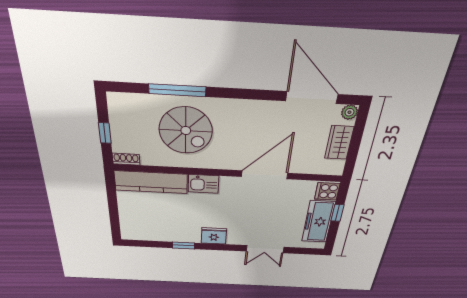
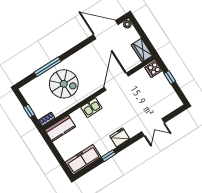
wardrobe: (339, 143) -> (142, 50), moved
kitchen counter: (151, 182) -> (60, 128), width x0.67
freezer: (318, 222) -> (83, 160), moved, turned 90

